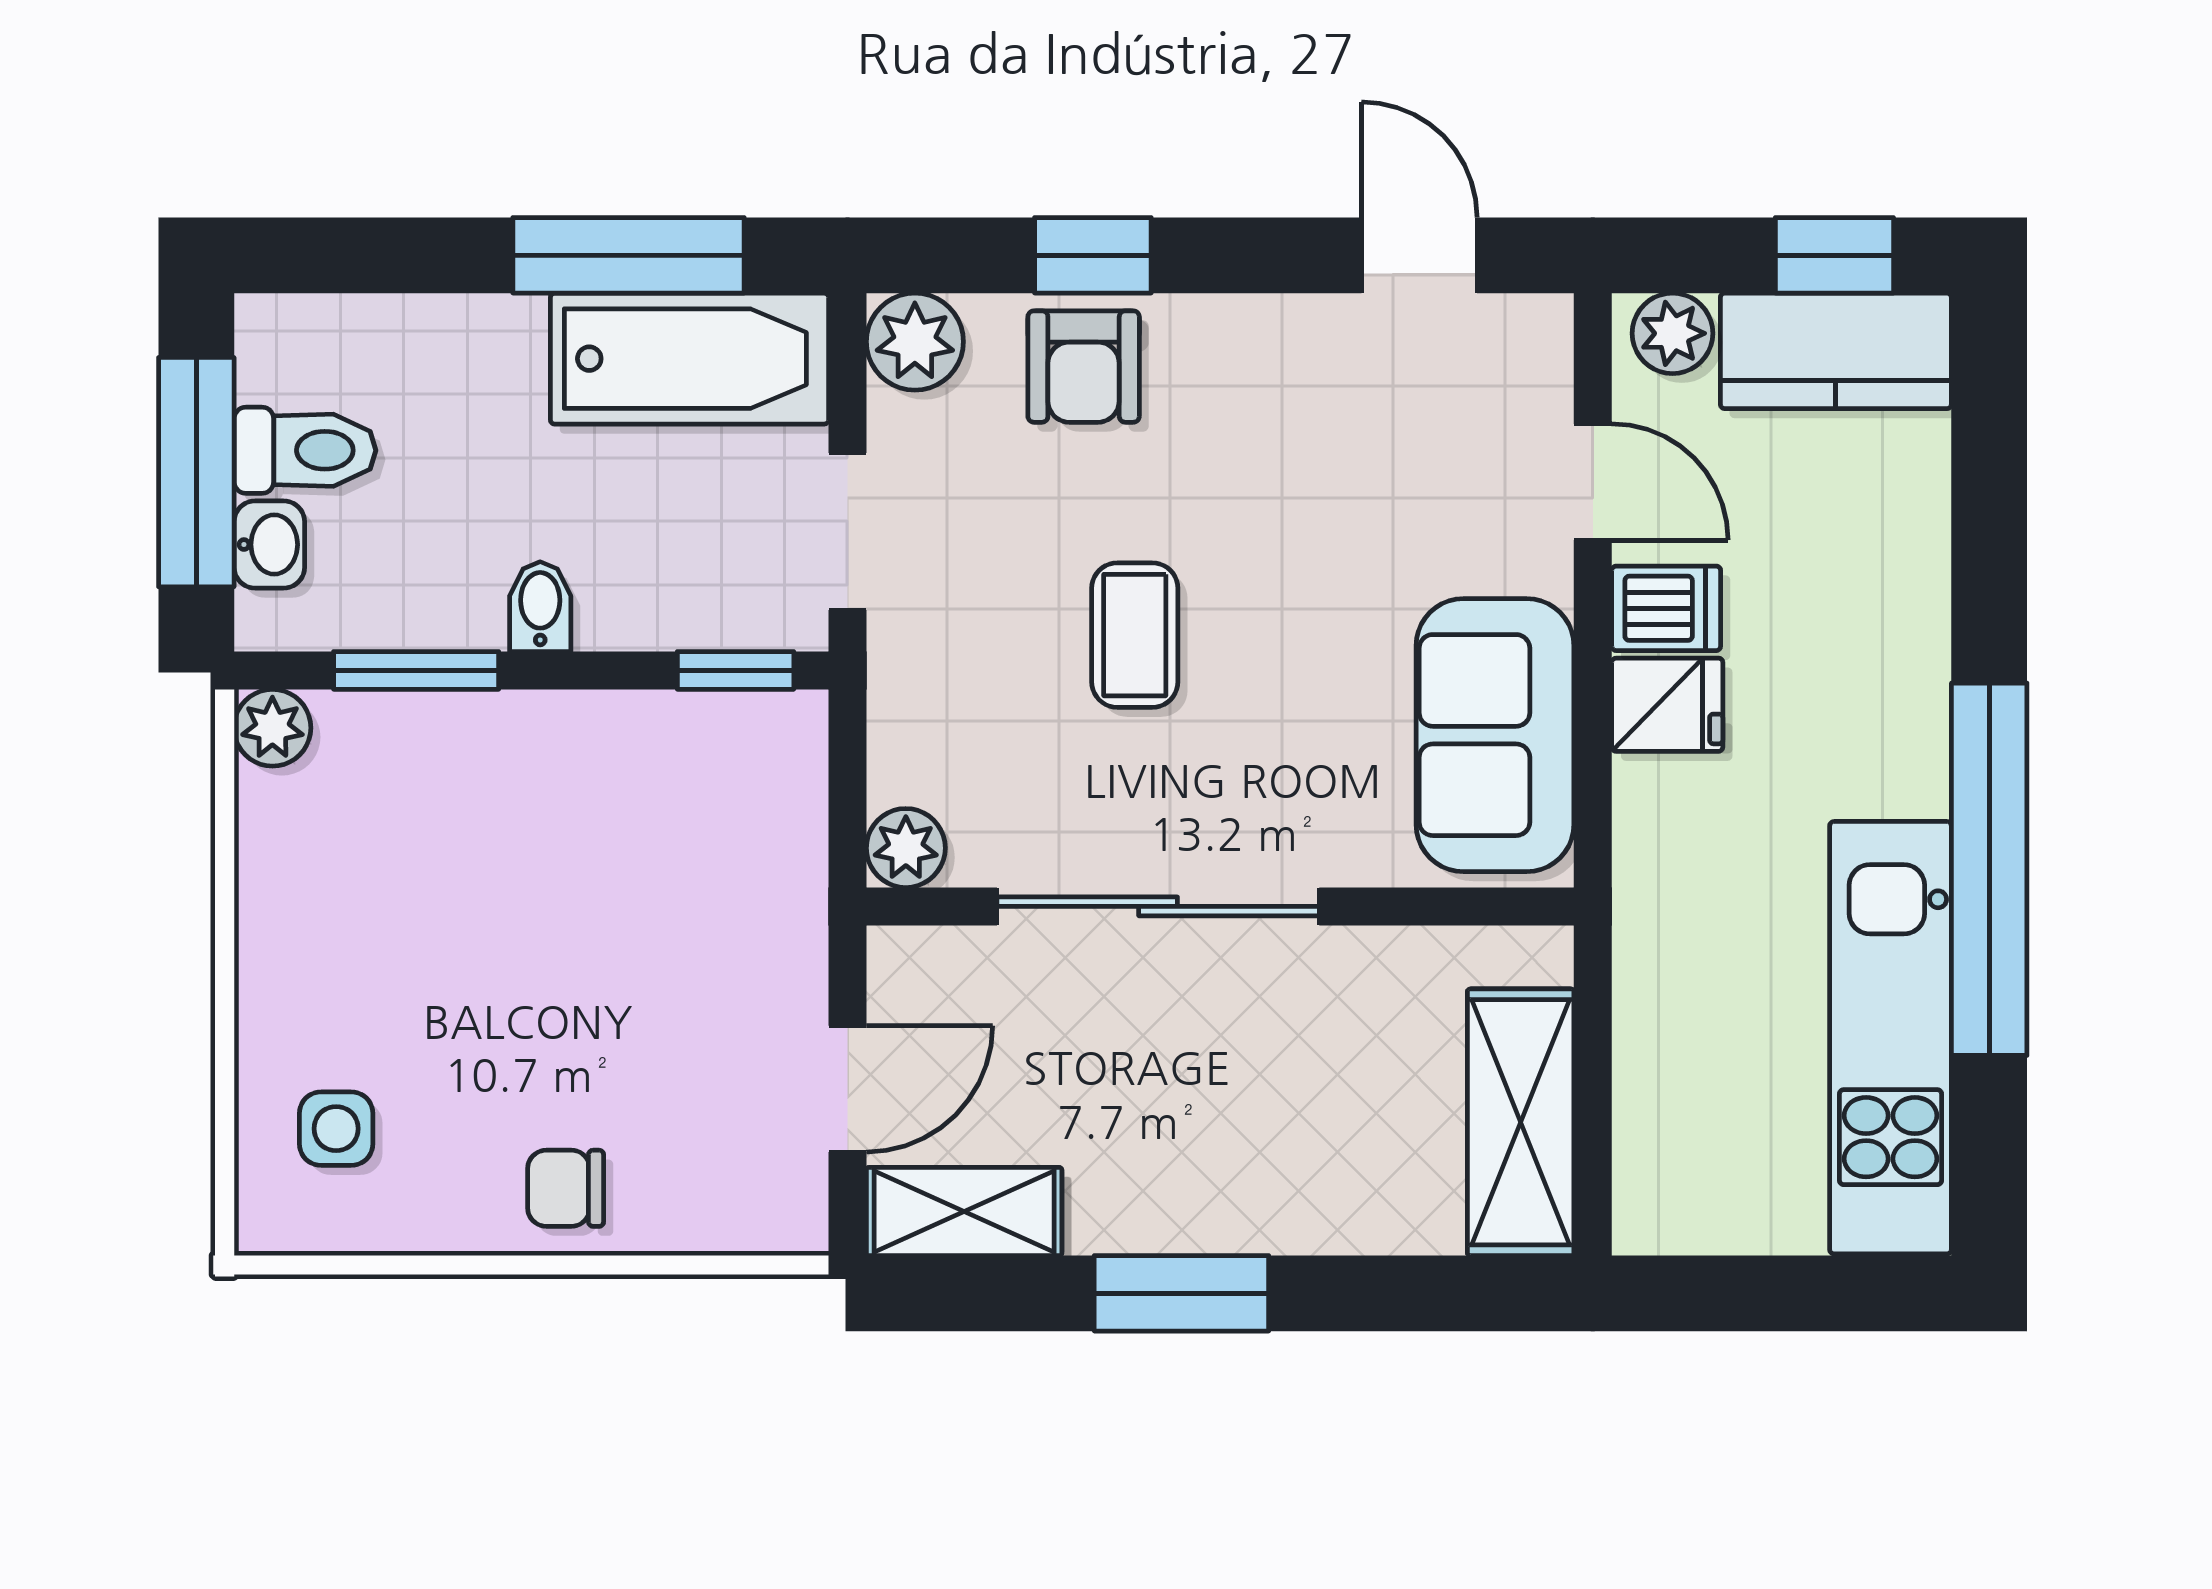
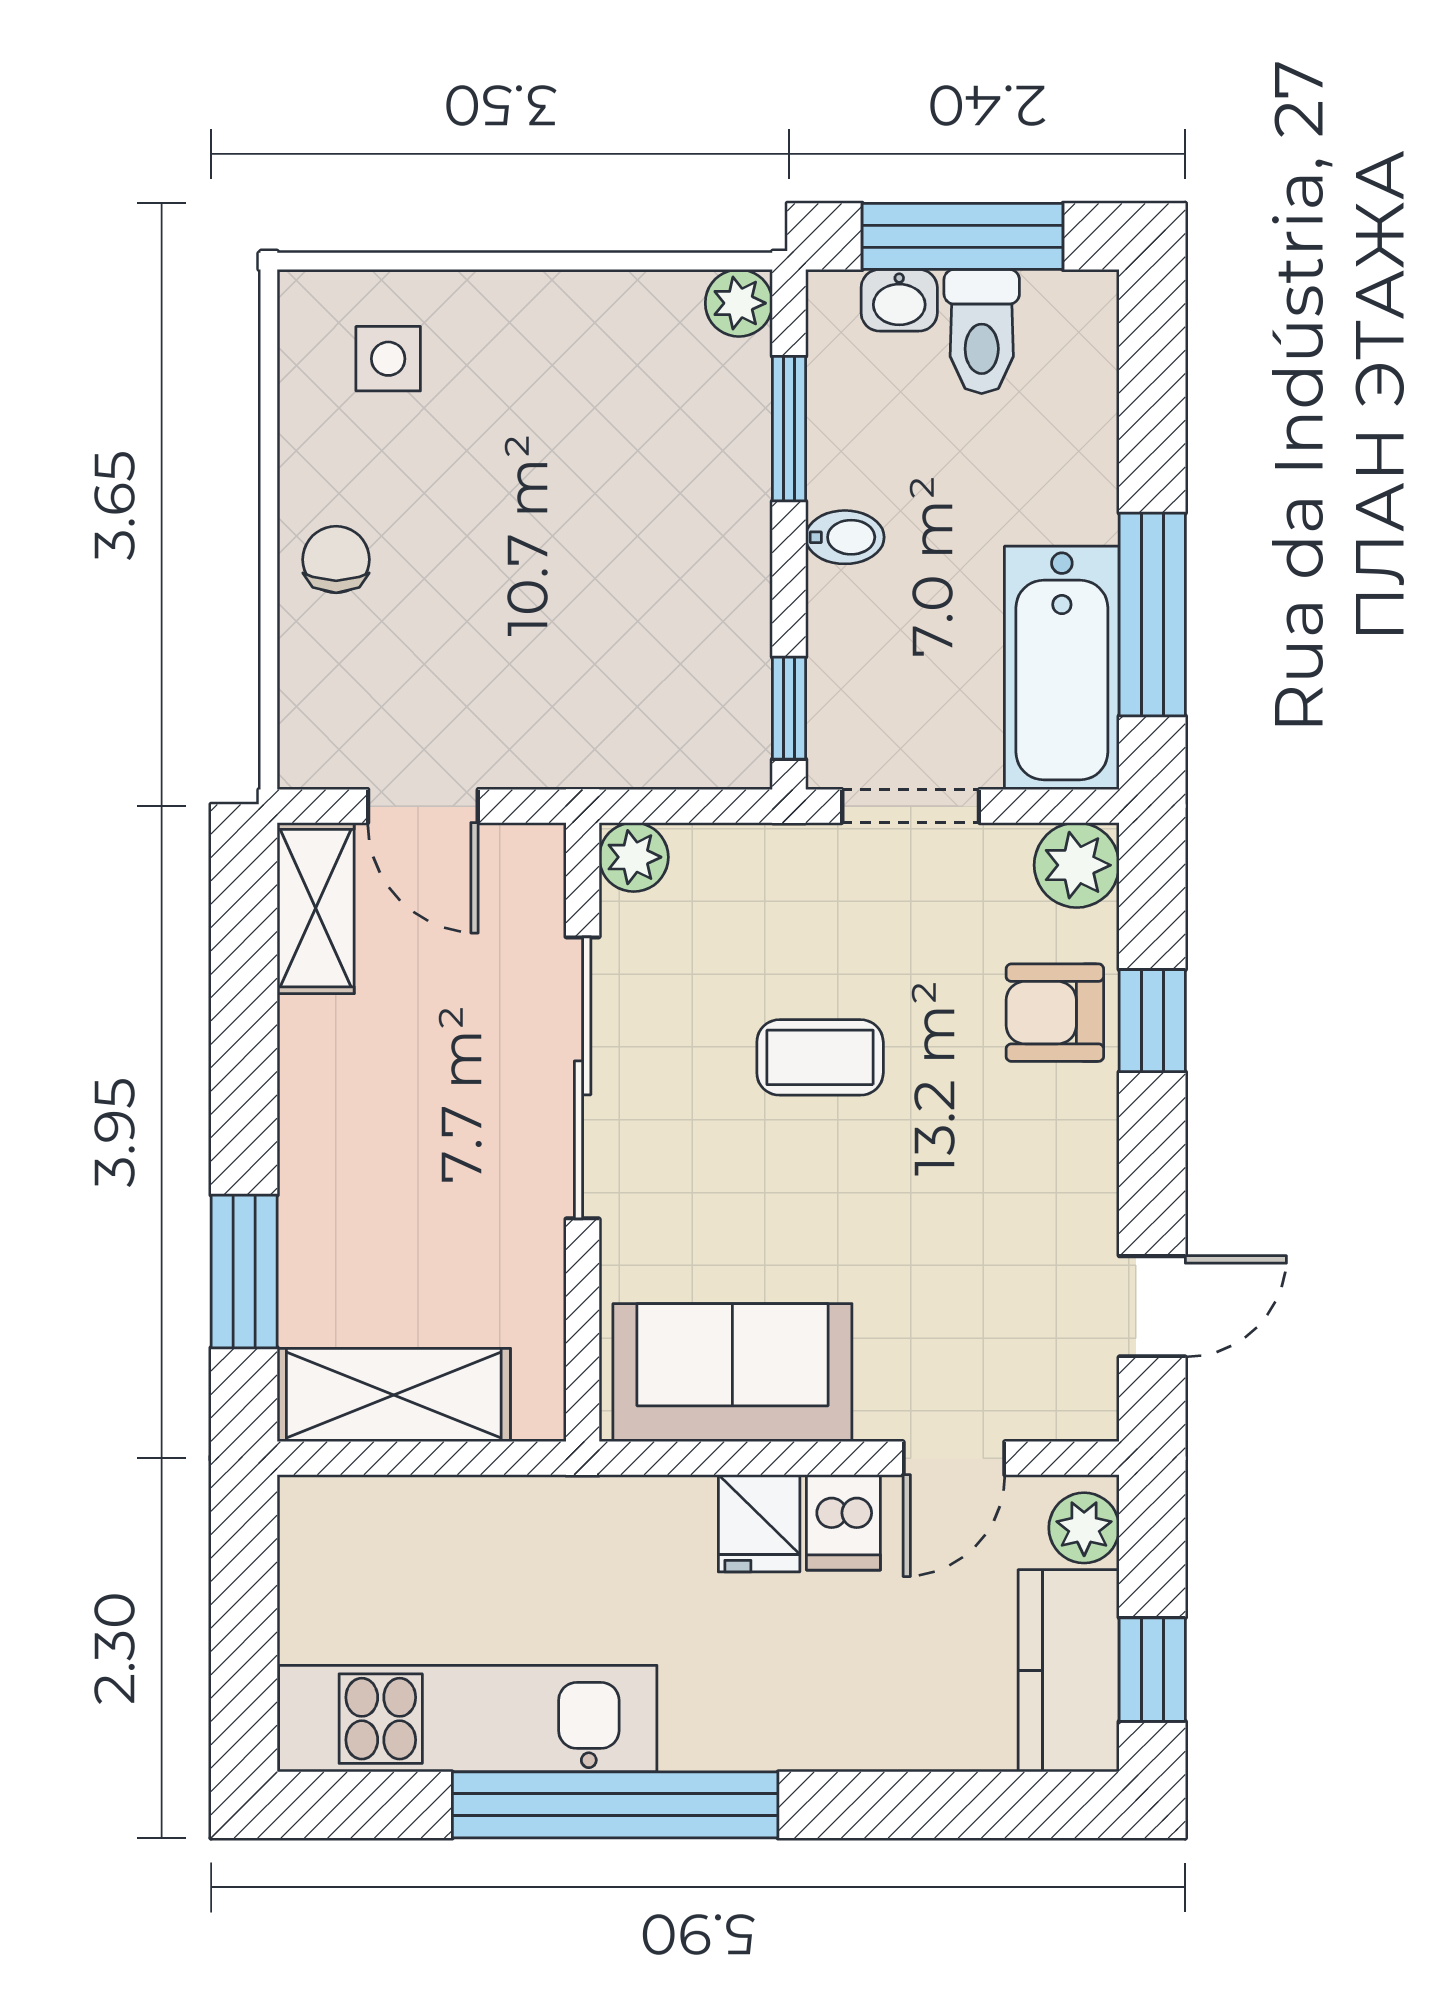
window: (1181, 1293) -> (244, 1271), moved

